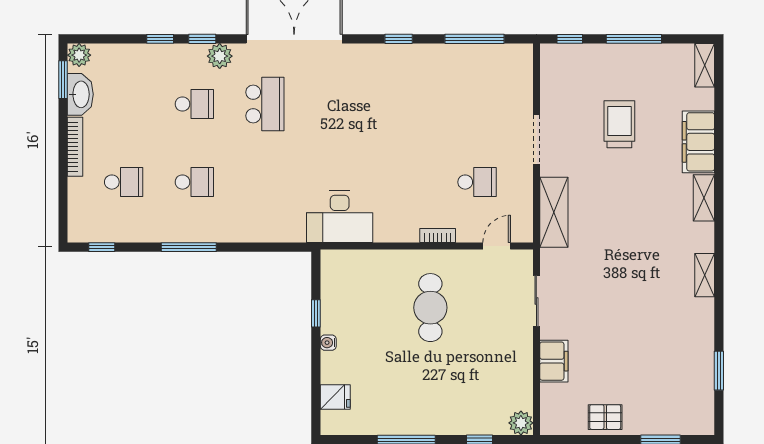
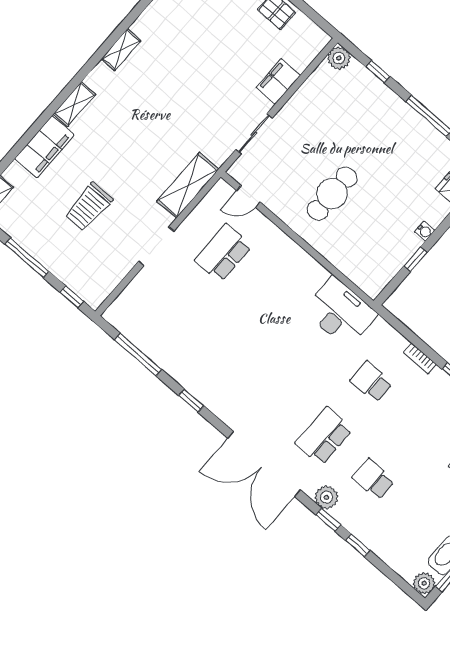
school desk: (194, 182) -> (371, 382), moved
school desk: (477, 182) -> (223, 253), width x1.85
bookcase: (438, 236) -> (420, 358), moved

